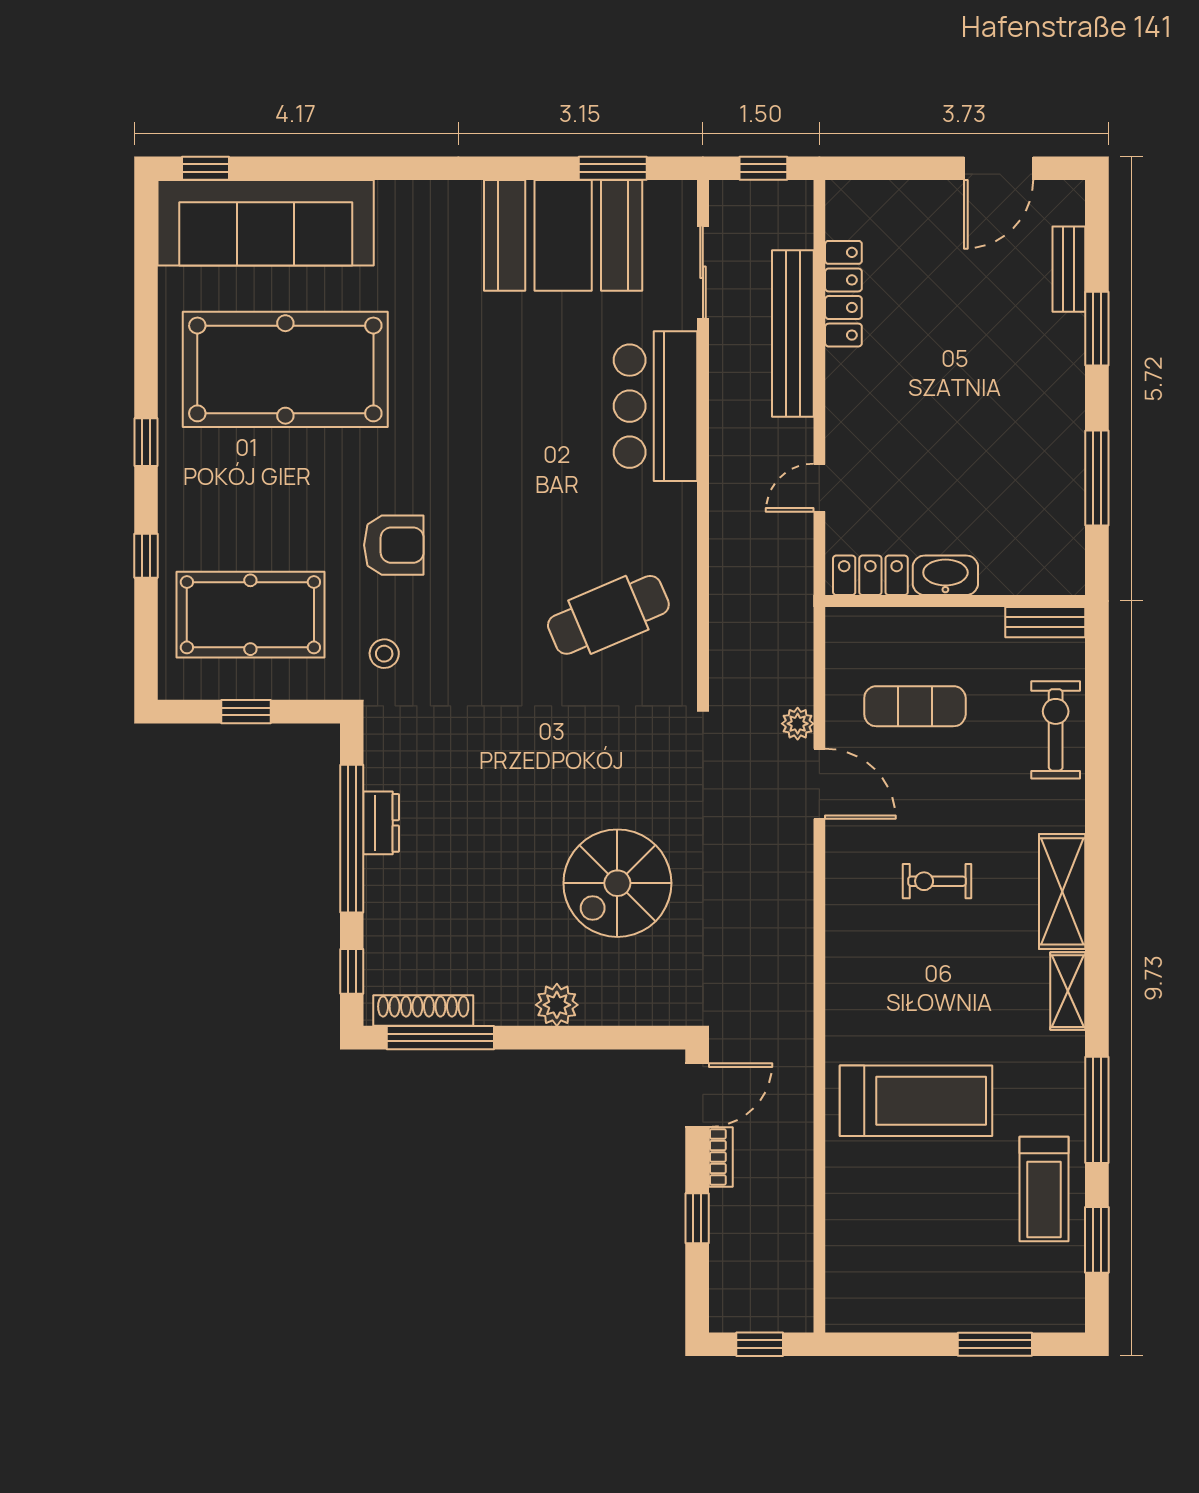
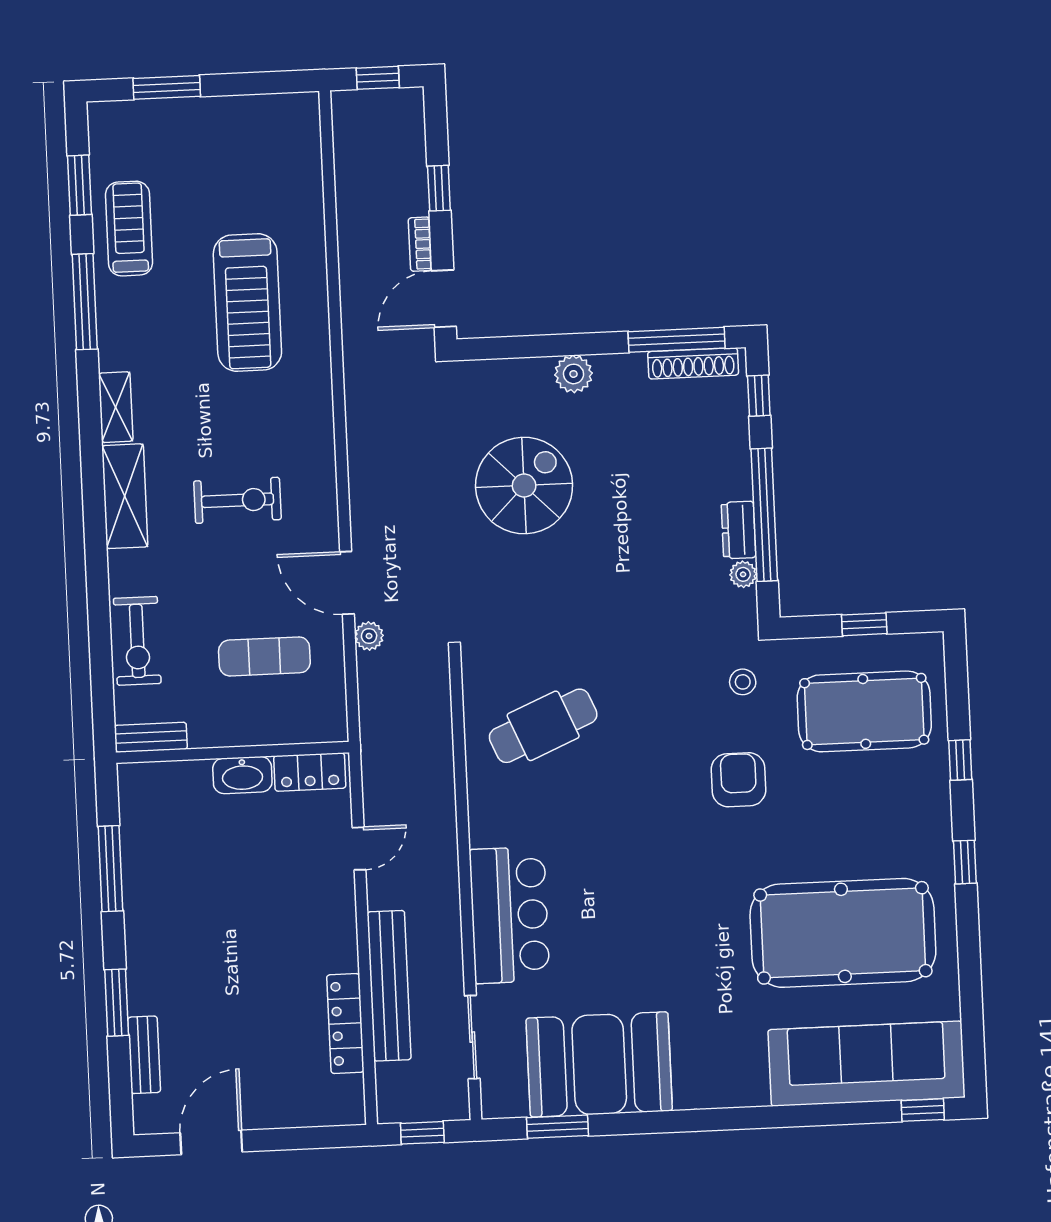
armchair: (394, 545) -> (738, 780), turned 90
plant: (378, 773) -> (743, 574), added
exercise bike: (937, 881) -> (237, 500), width x1.38, depth x1.39
treadmill: (916, 1101) -> (247, 303), turned -90

